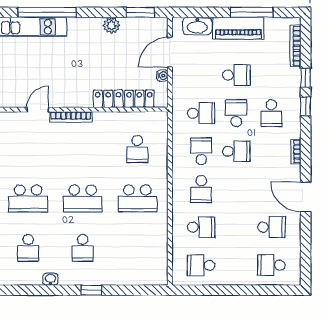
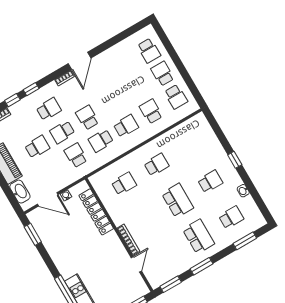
plant: (112, 25) -> (52, 248), removed
school desk: (236, 75) -> (37, 147), turned 90
door: (38, 110) -> (136, 264), swing flipped
door: (306, 197) -> (80, 61), moved
school desk: (137, 198) -> (157, 165), width x0.54
school desk: (271, 227) -> (162, 74), moved

